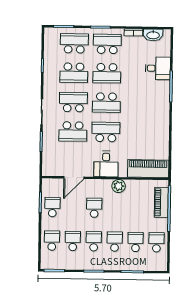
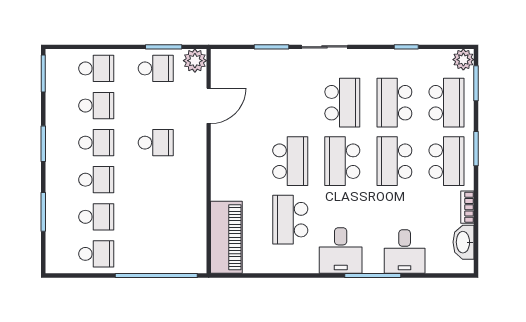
plant: (50, 33) -> (463, 60), added
school desk: (73, 131) -> (290, 220), moved
desk: (106, 164) -> (341, 251), moved, turned -90
door: (74, 178) -> (209, 106), swing flipped
plant: (119, 186) -> (195, 61), moved
piano: (161, 202) -> (167, 262), removed

